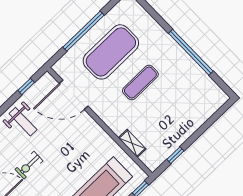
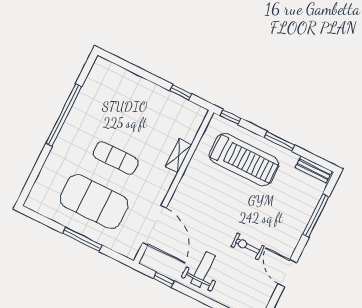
window: (83, 31) -> (82, 239), width x0.68
shelving: (132, 143) -> (178, 156), moved
exercise bike: (29, 165) -> (248, 246), turned 180

